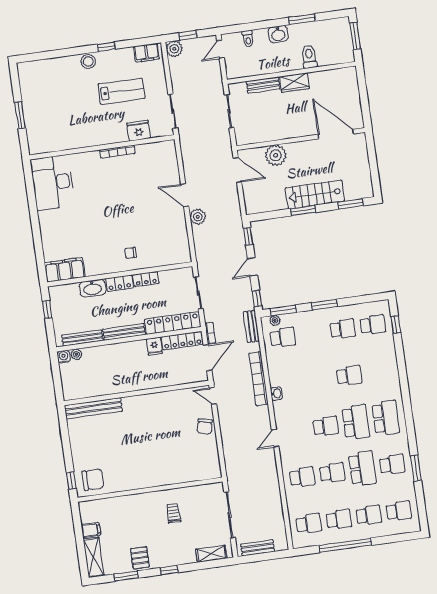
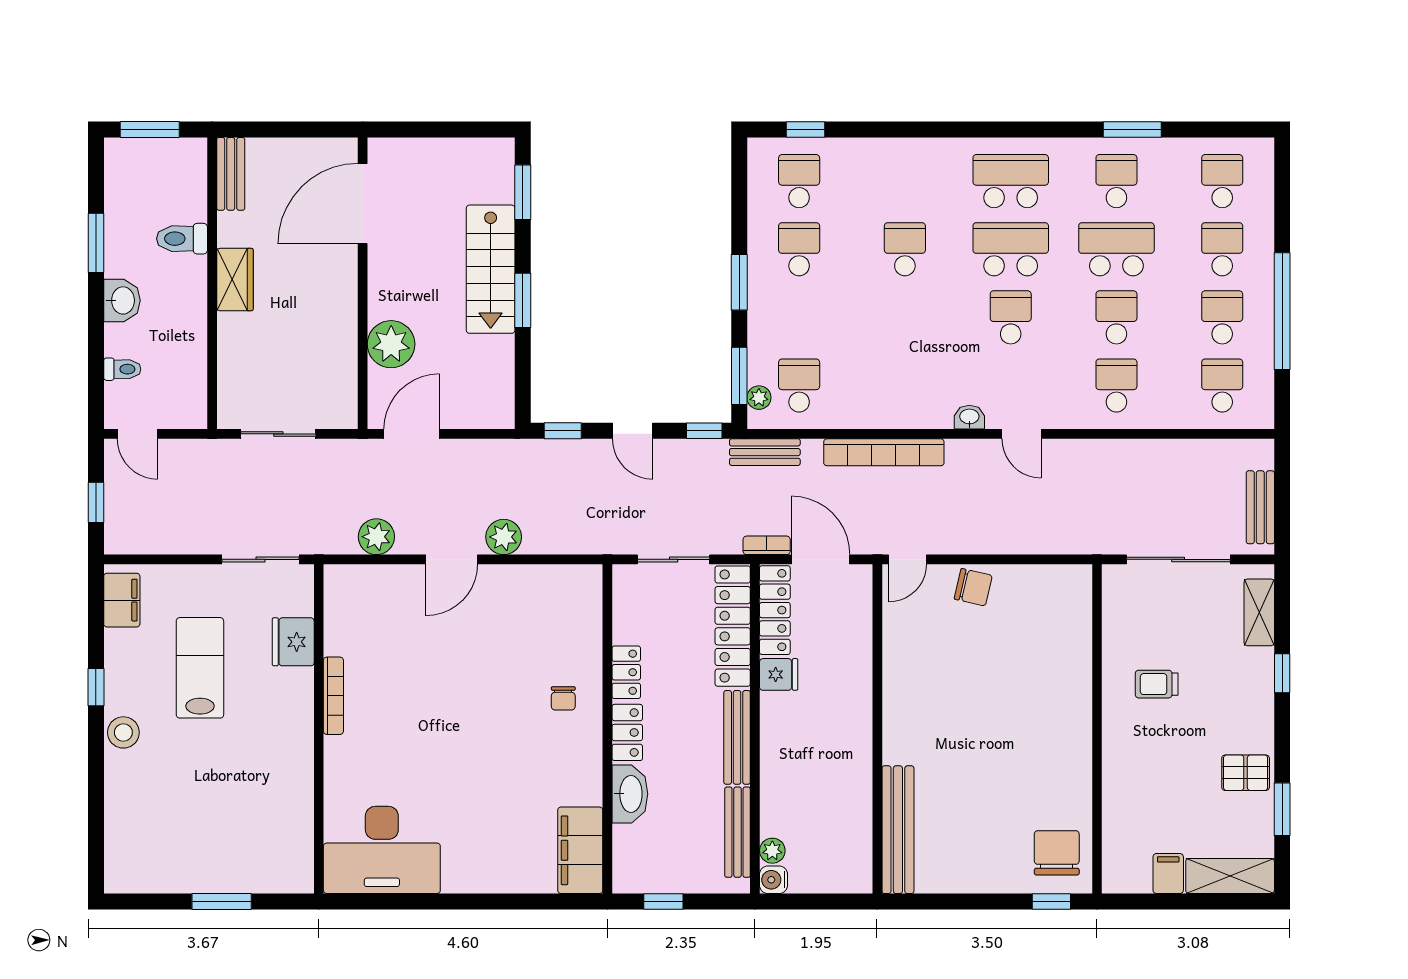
plant: (174, 49) -> (376, 537), moved
bench: (263, 85) -> (231, 174), moved
washbasin: (276, 394) -> (969, 417), moved
window: (169, 570) -> (1282, 673), moved

